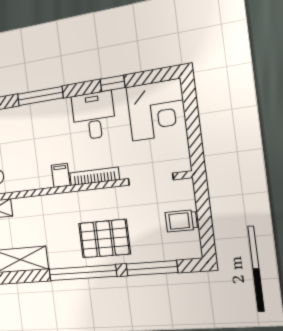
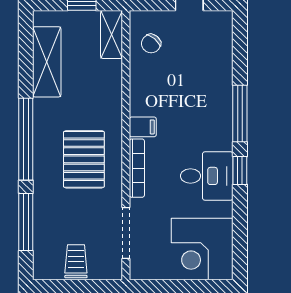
window: (112, 83) -> (240, 170), moved
pallet: (104, 239) -> (84, 159), moved

